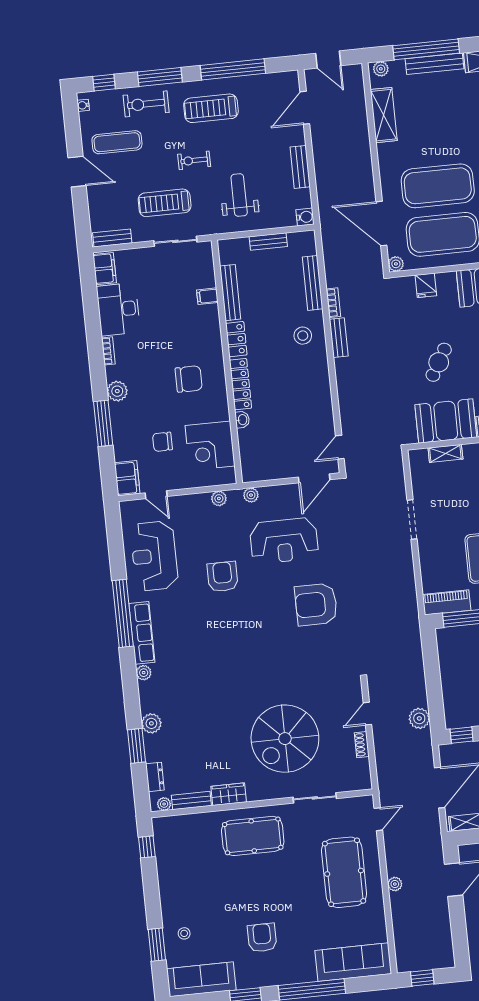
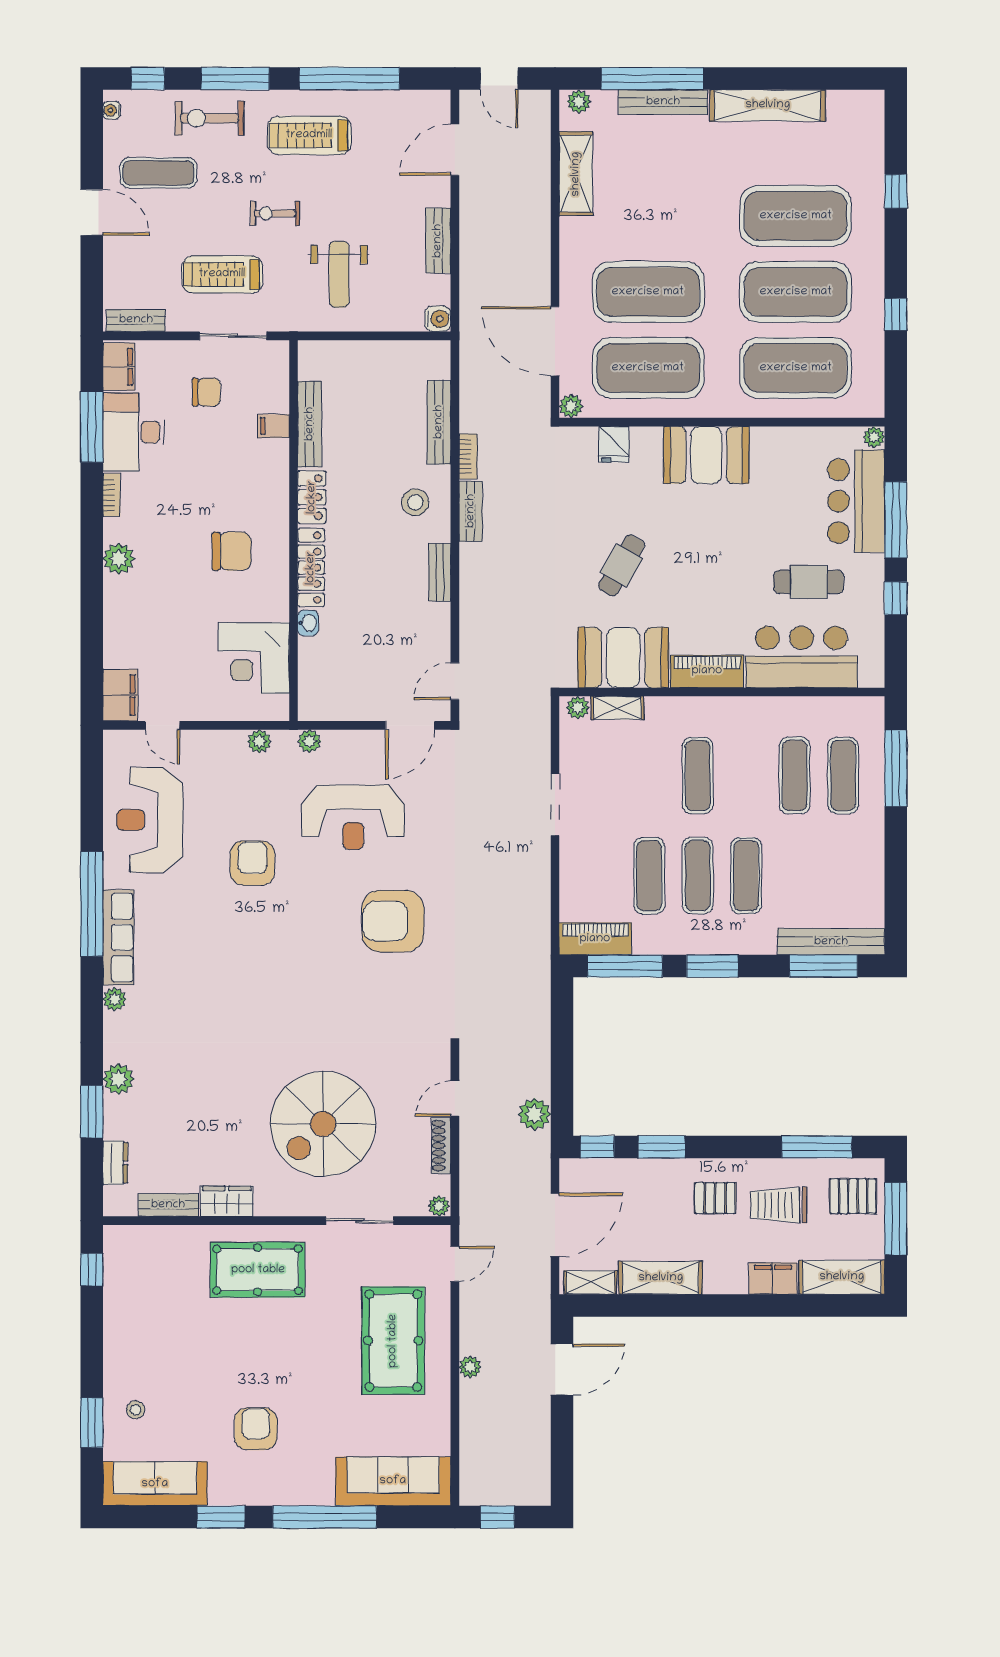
weight bench: (239, 195) -> (339, 274), turned 180
bench: (268, 242) -> (440, 572), moved, turned 90
window: (103, 423) -> (92, 427), moved
chair: (162, 442) -> (206, 392), moved, turned 180
plant: (420, 456) -> (578, 708), added
shoe rack: (362, 745) -> (441, 1146), width x1.43
plant: (164, 804) -> (439, 1206), moved

